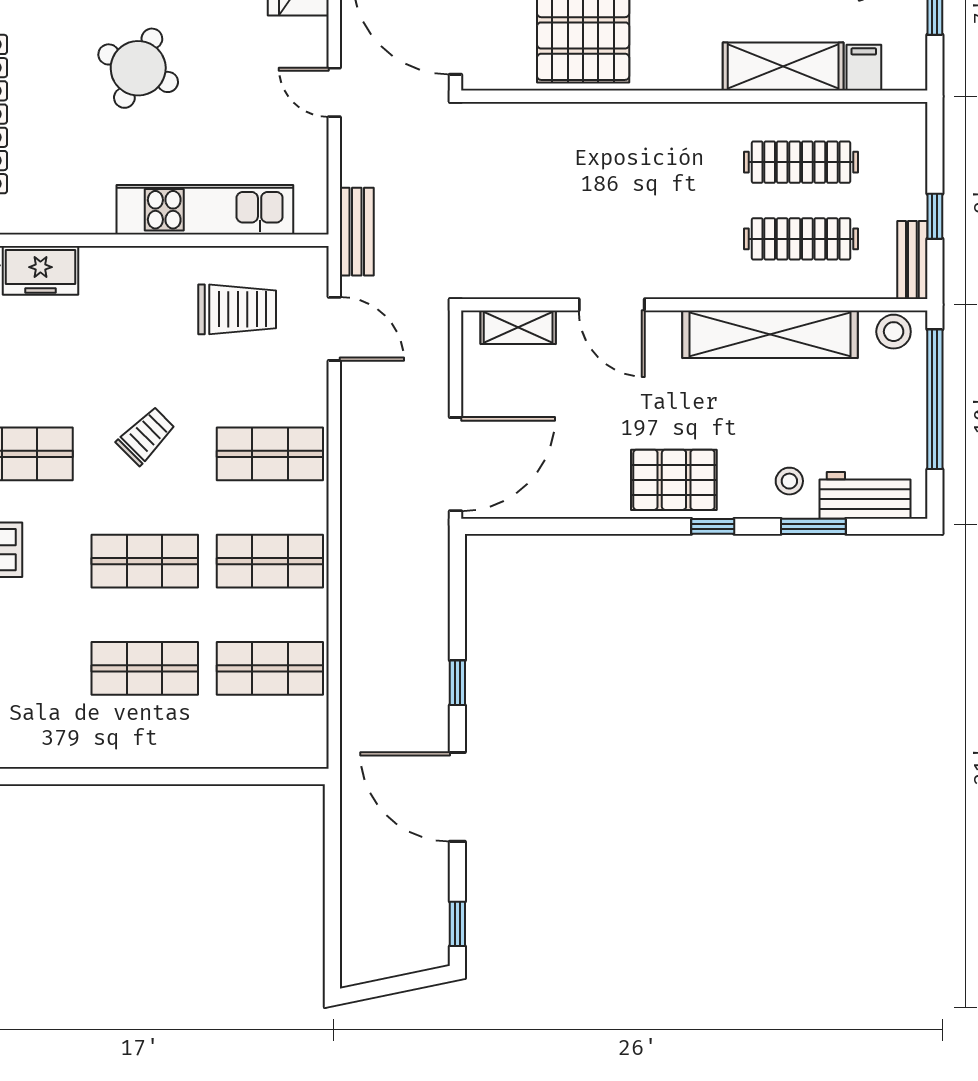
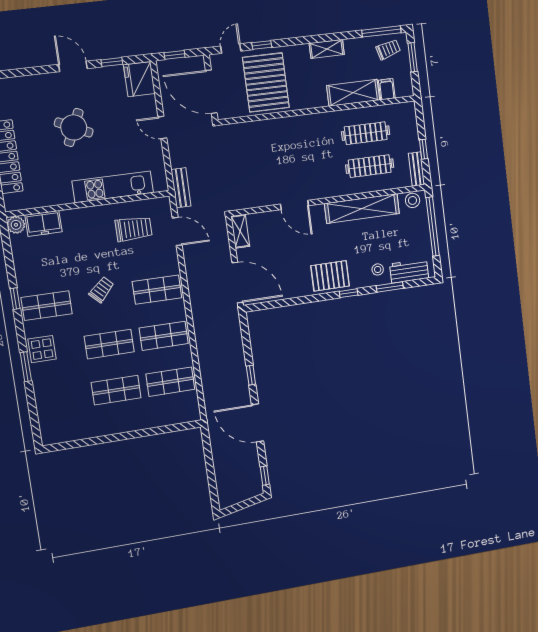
shelving: (518, 327) -> (240, 231), moved, turned 90
door: (456, 464) -> (237, 283), hinge flipped

